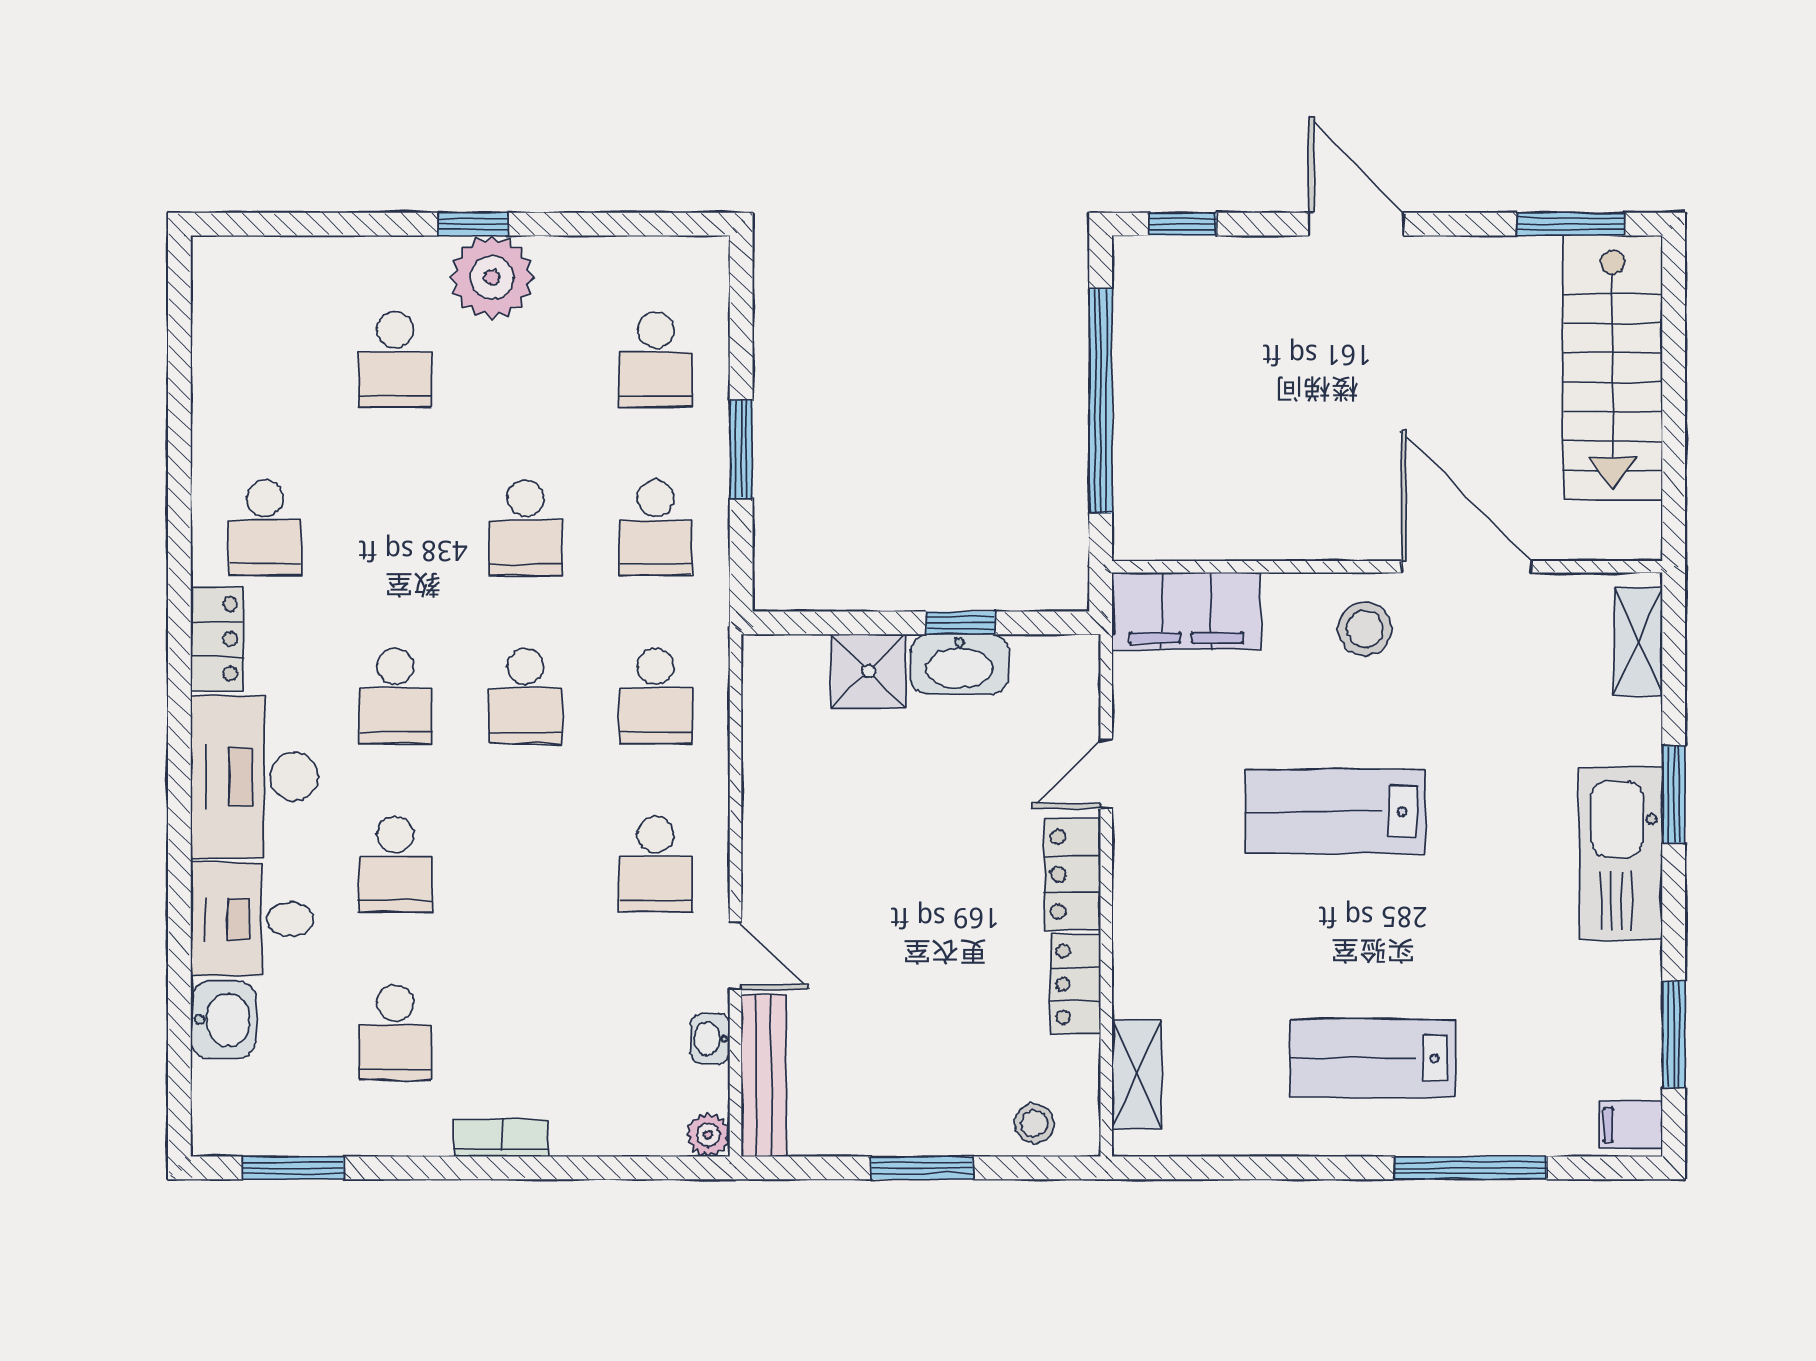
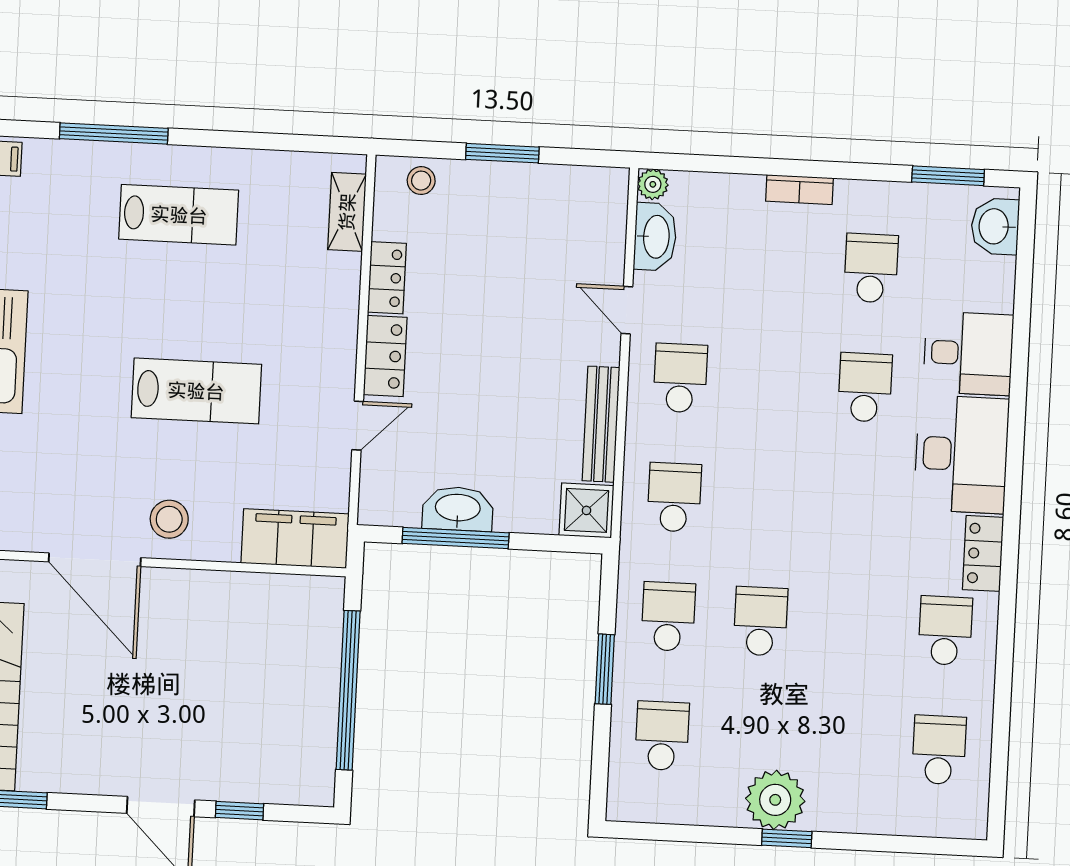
window: (1183, 224) -> (239, 811), moved
school desk: (395, 359) -> (939, 750), moved
window: (960, 623) -> (456, 538), width x2.17
shower: (869, 671) -> (586, 510), moved
school desk: (395, 696) -> (859, 507), removed
school desk: (525, 696) -> (767, 502), removed
washbasin: (224, 1020) -> (995, 226), moved
washbasin: (710, 1039) -> (655, 237), width x1.91, depth x1.45
bench: (764, 1076) -> (601, 424), moved

